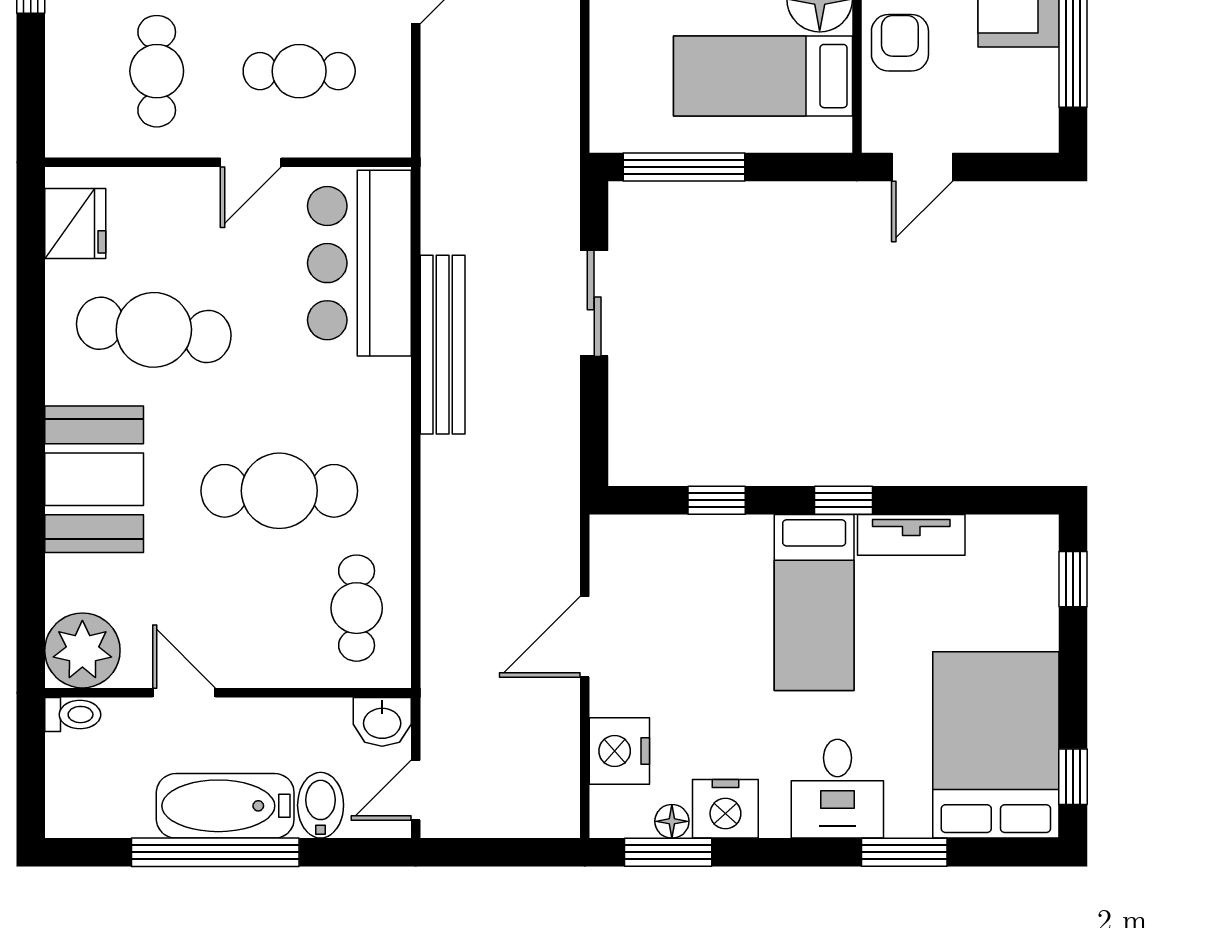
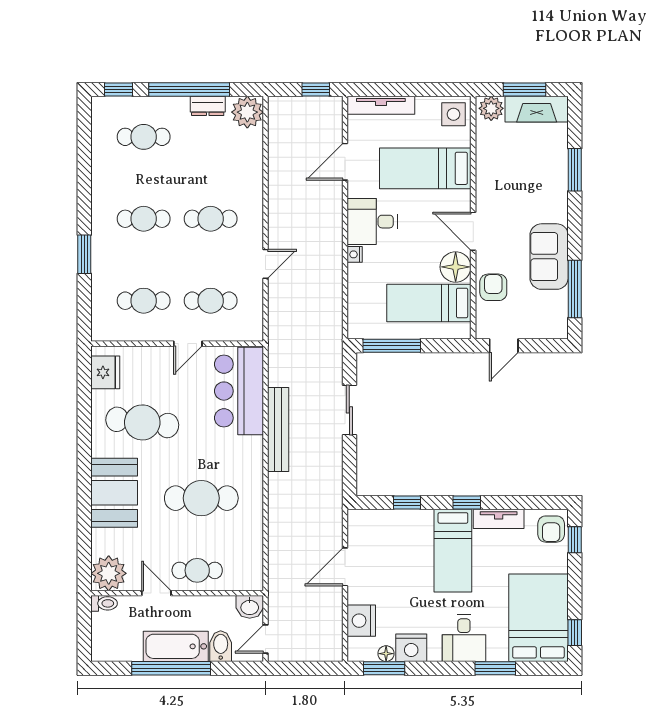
cafe table: (157, 71) -> (144, 301), turned 90
armchair: (1023, 557) -> (551, 529), added
cafe table: (357, 608) -> (197, 570), moved, turned 90

